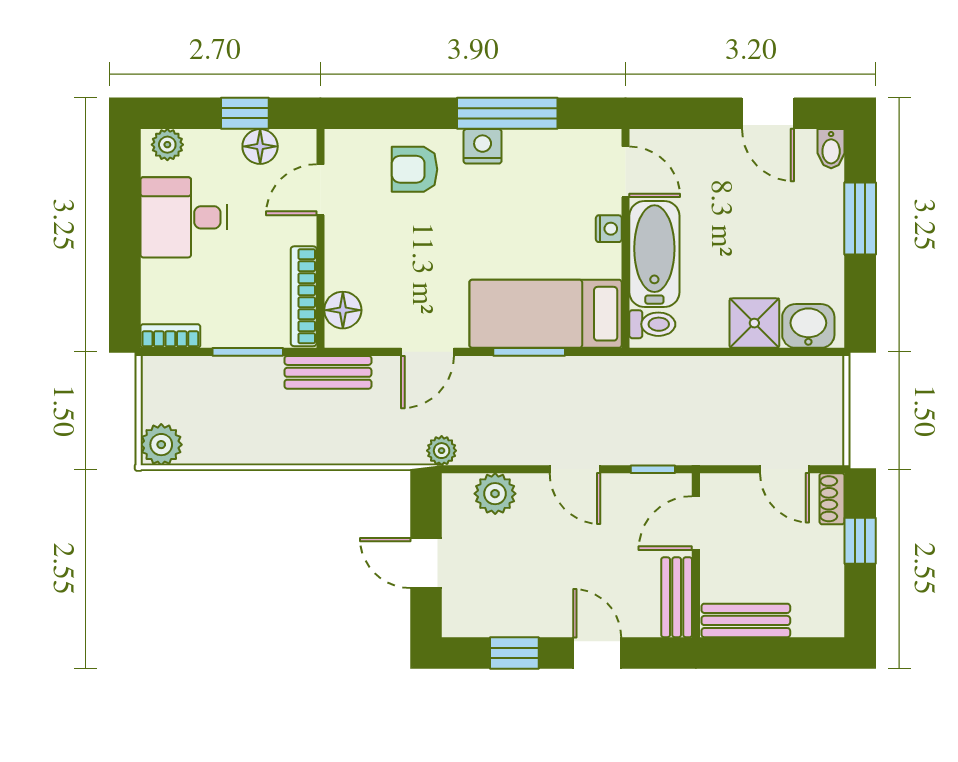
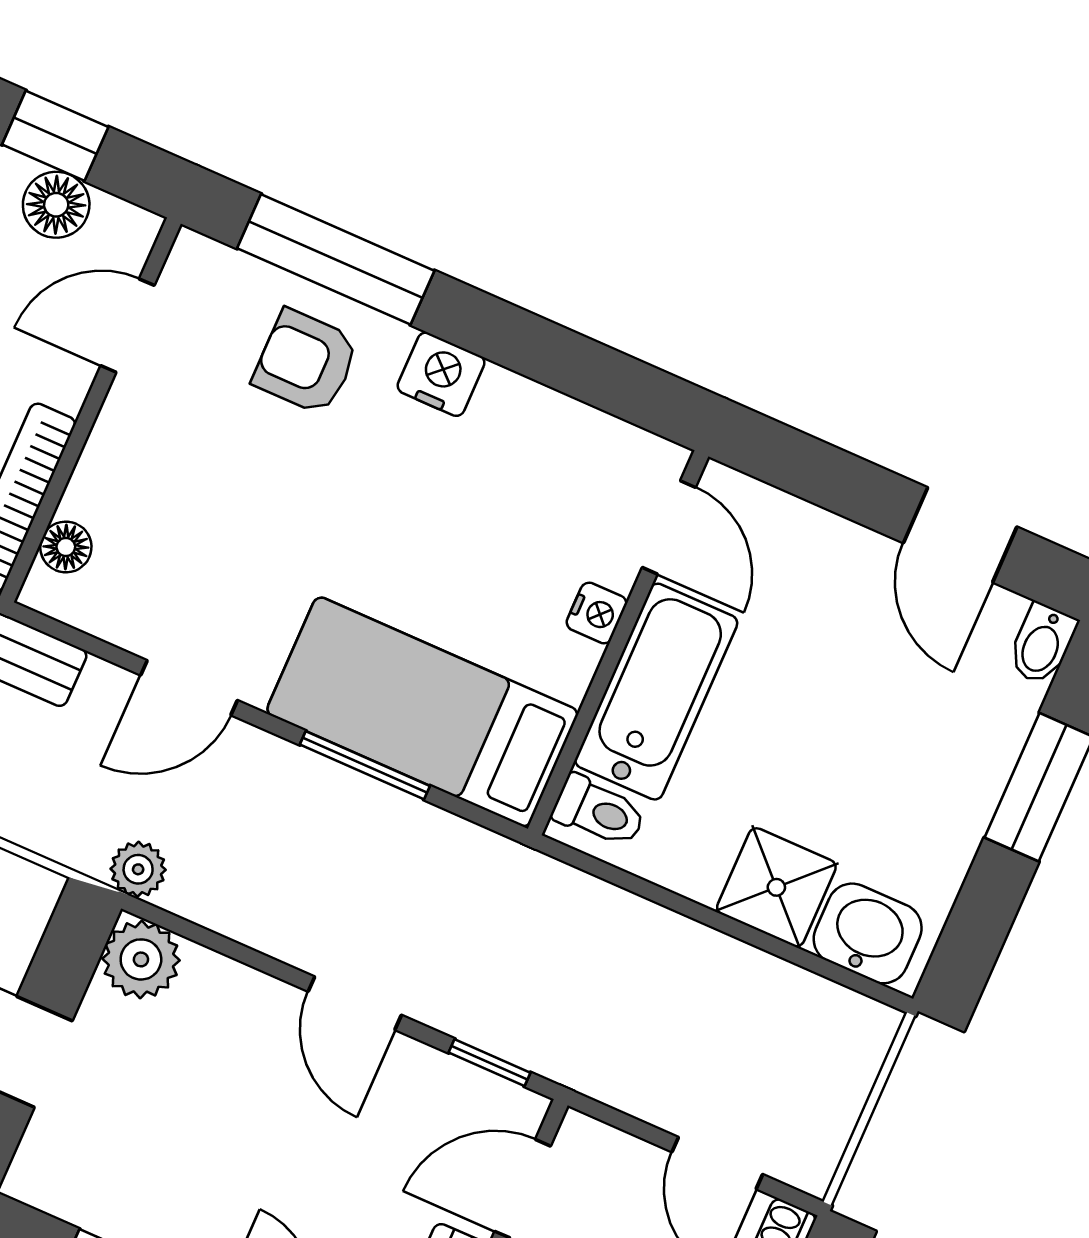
window: (507, 113) -> (336, 259), moved
floor lamp: (343, 310) -> (66, 547), width x0.73, depth x0.73
plant: (495, 494) -> (141, 959), moved

